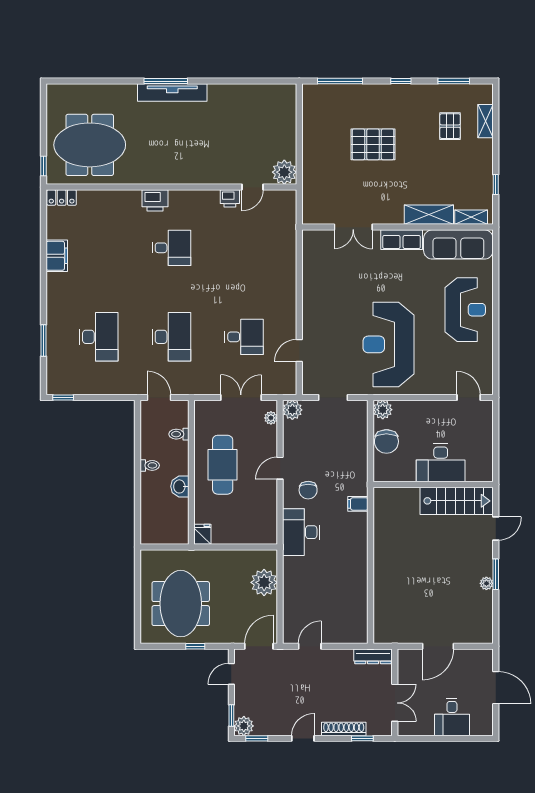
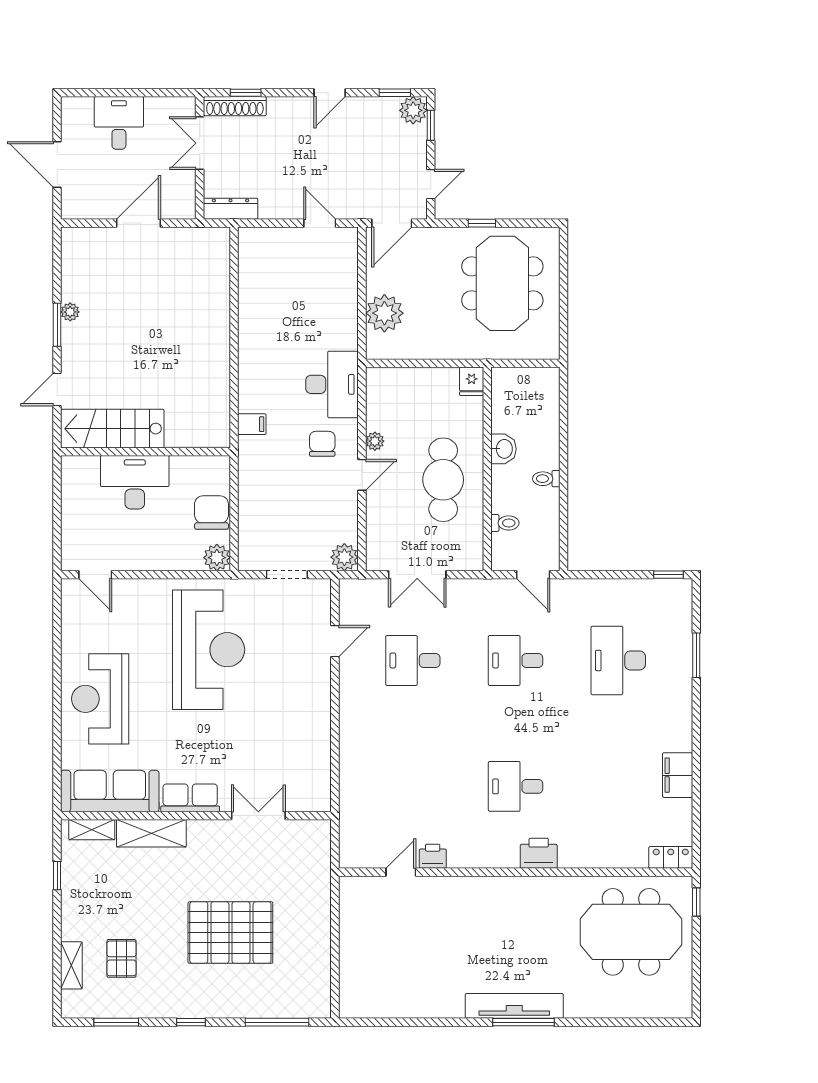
pallet: (373, 144) -> (230, 933), width x1.37, depth x1.41
plant: (284, 172) -> (356, 893), removed
desk: (171, 337) -> (516, 660), width x0.73
plant: (271, 418) -> (375, 441), moved
door: (310, 646) -> (320, 223), swing flipped
shoe rack: (344, 729) -> (235, 106), moved

